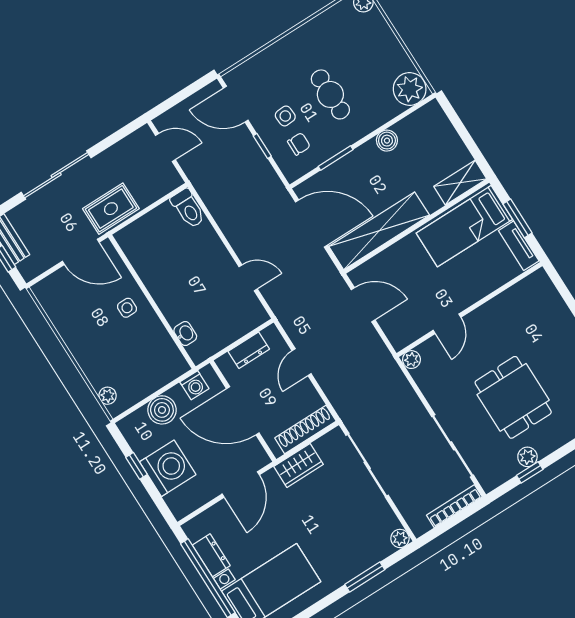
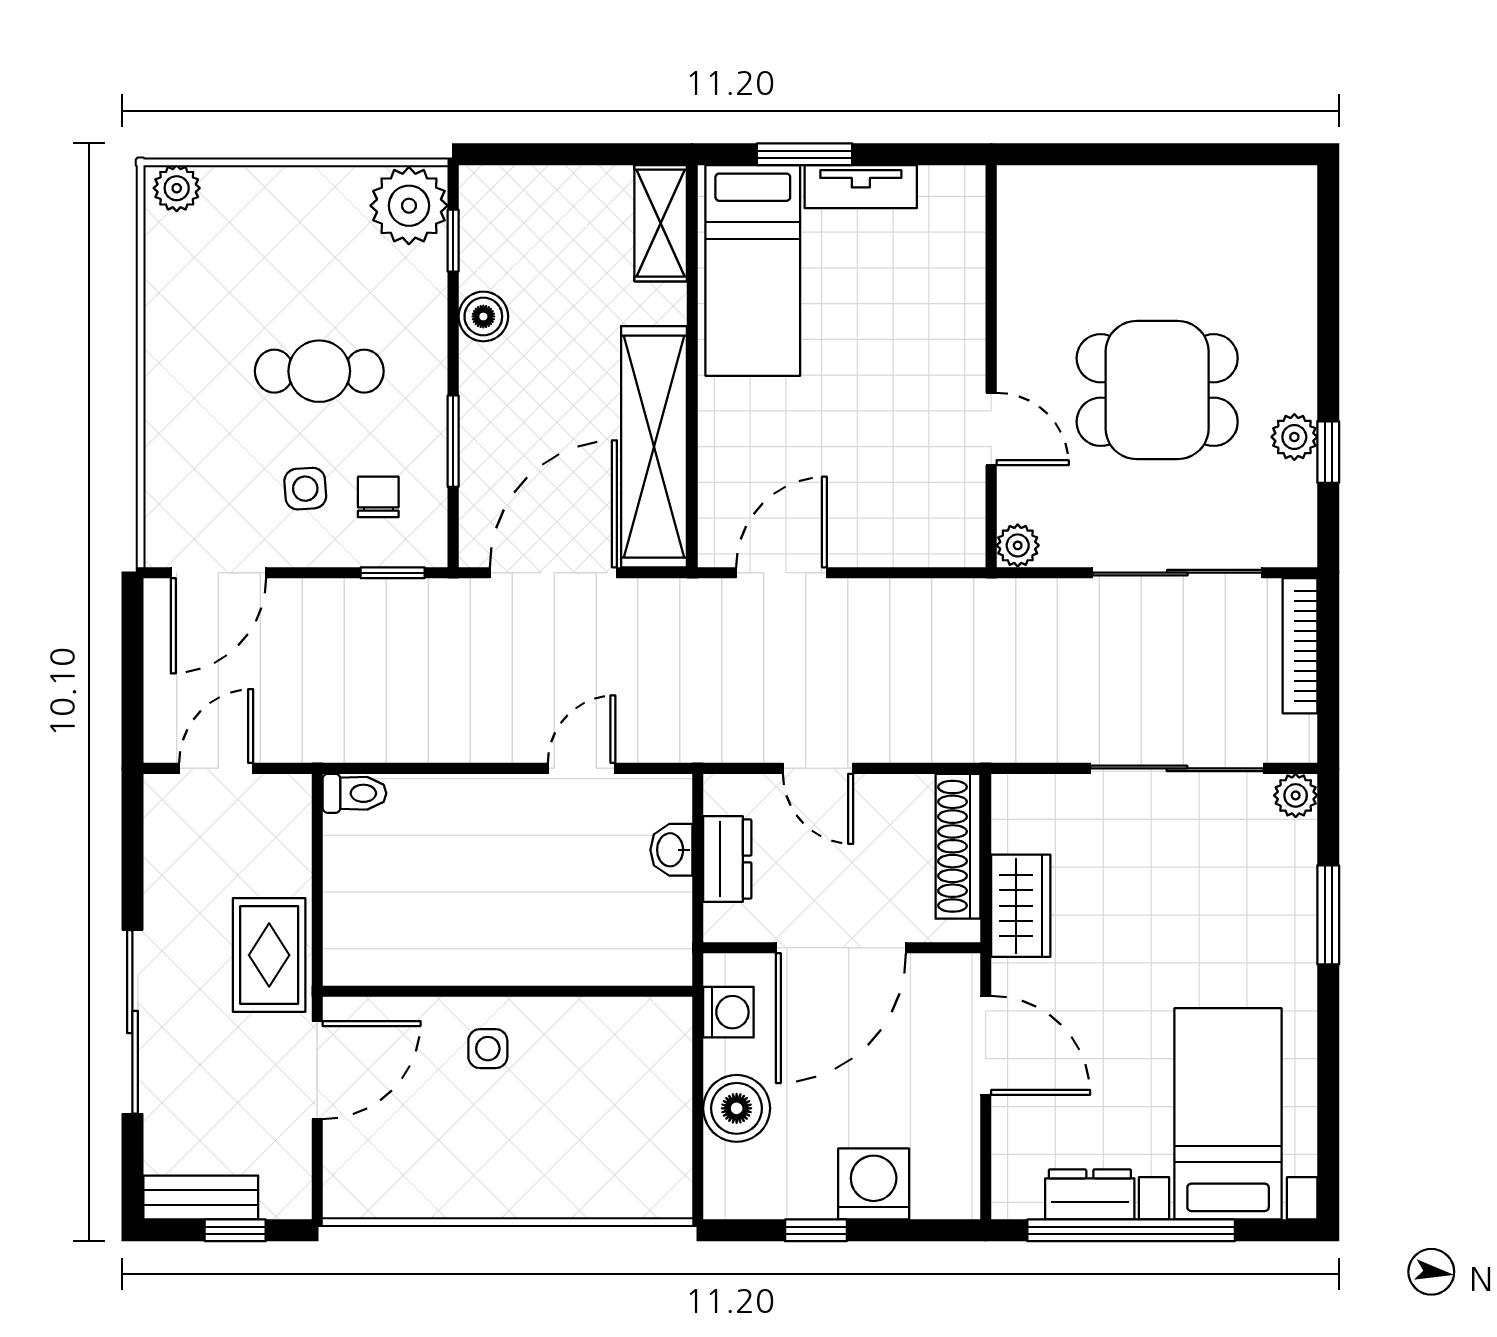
window: (407, 113) -> (453, 241), added
window: (262, 146) -> (393, 573), moved
toilet: (188, 209) -> (354, 793), width x0.73, depth x0.72
wall: (469, 310) -> (991, 366), moved
door: (447, 324) -> (991, 429), moved
washbasin: (185, 334) -> (671, 850), moved, turned -90
plant: (411, 360) -> (1018, 545), moved
plant: (108, 396) -> (639, 1199), removed
sliding door: (367, 465) -> (1177, 768), moved
washing machine: (168, 468) -> (874, 1184), width x0.73, depth x0.73

